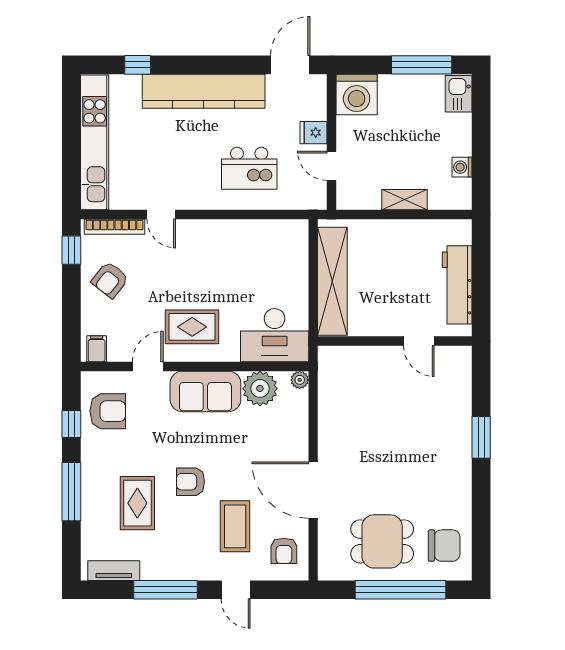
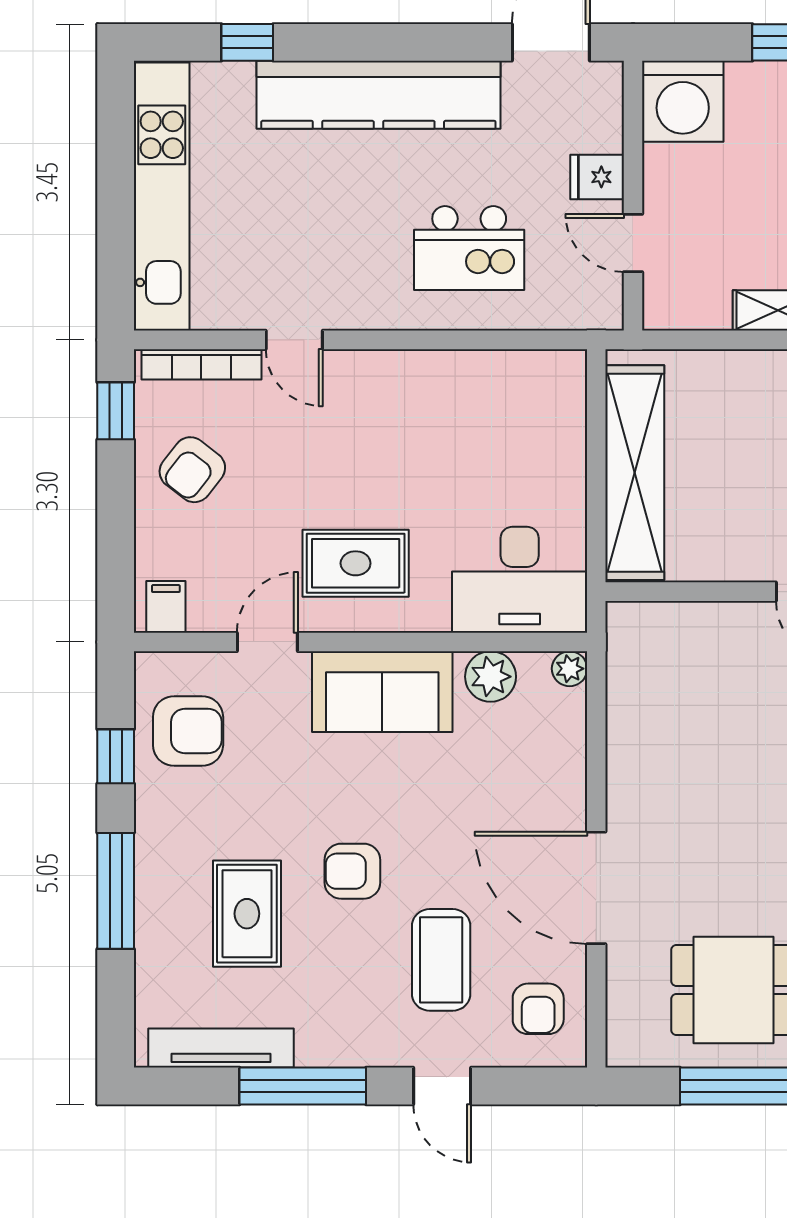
plant: (260, 388) -> (491, 677), width x0.73, depth x0.73
tv unit: (114, 571) -> (221, 1048), width x1.41

